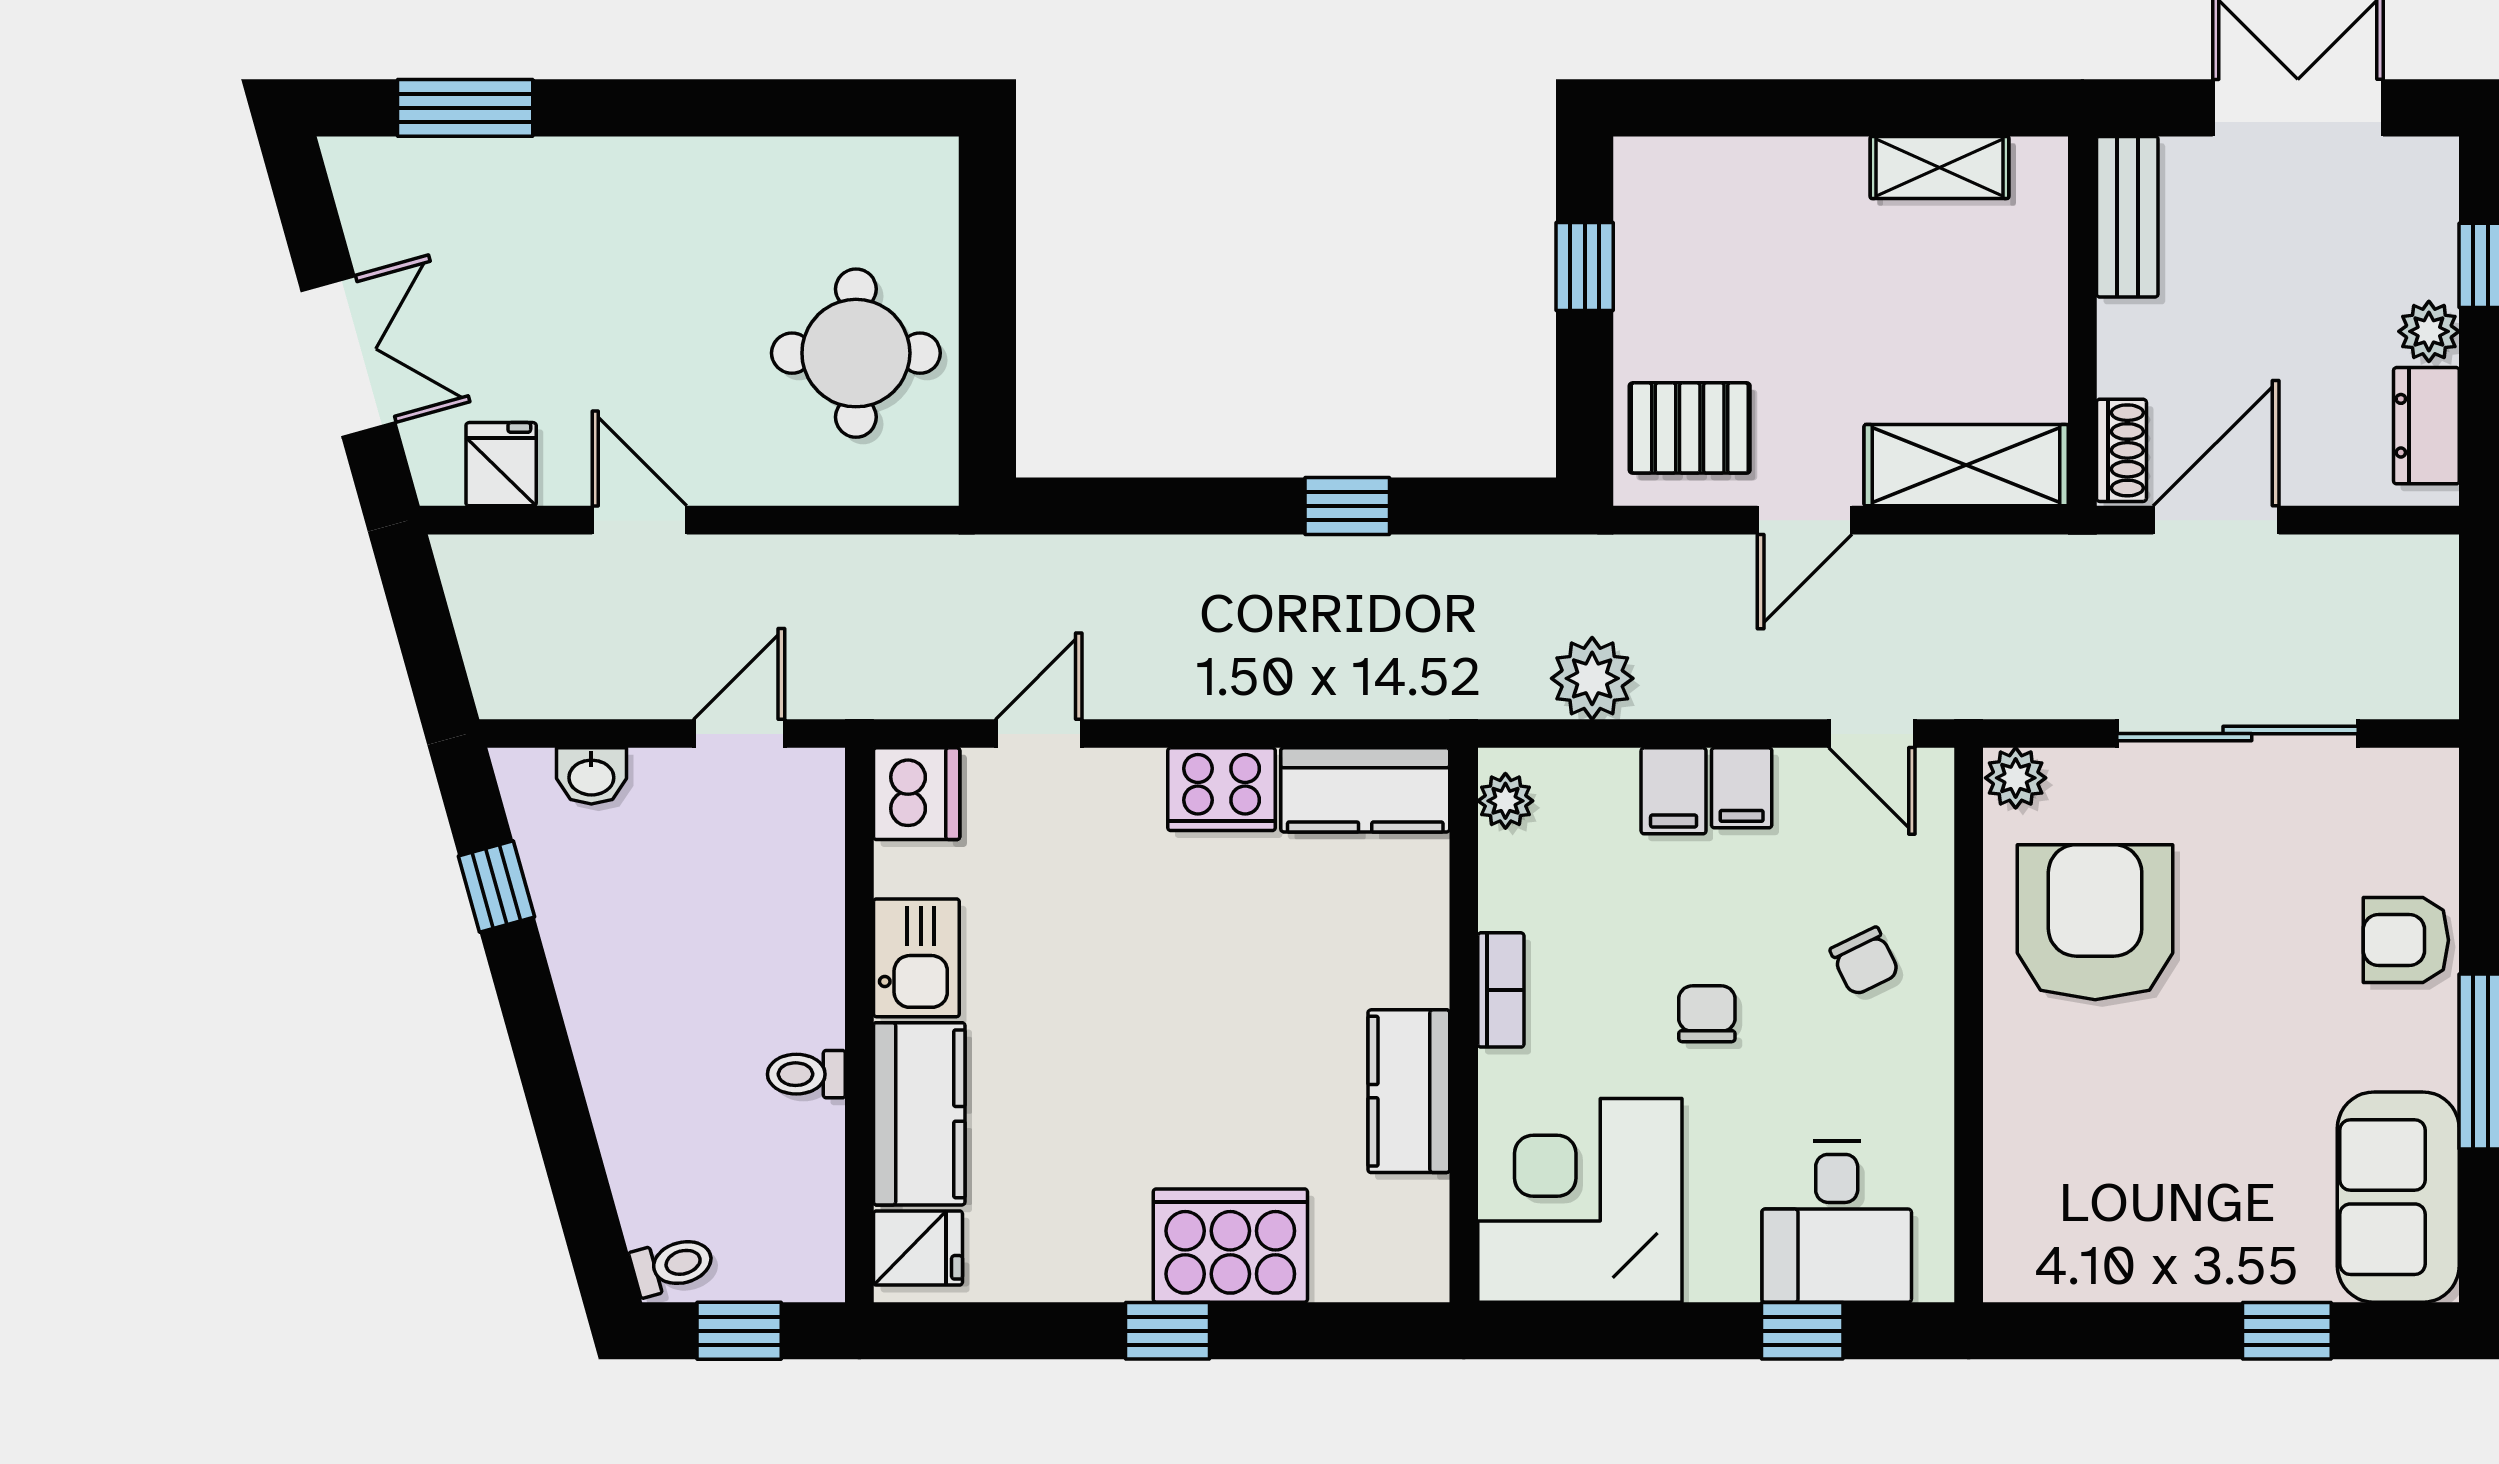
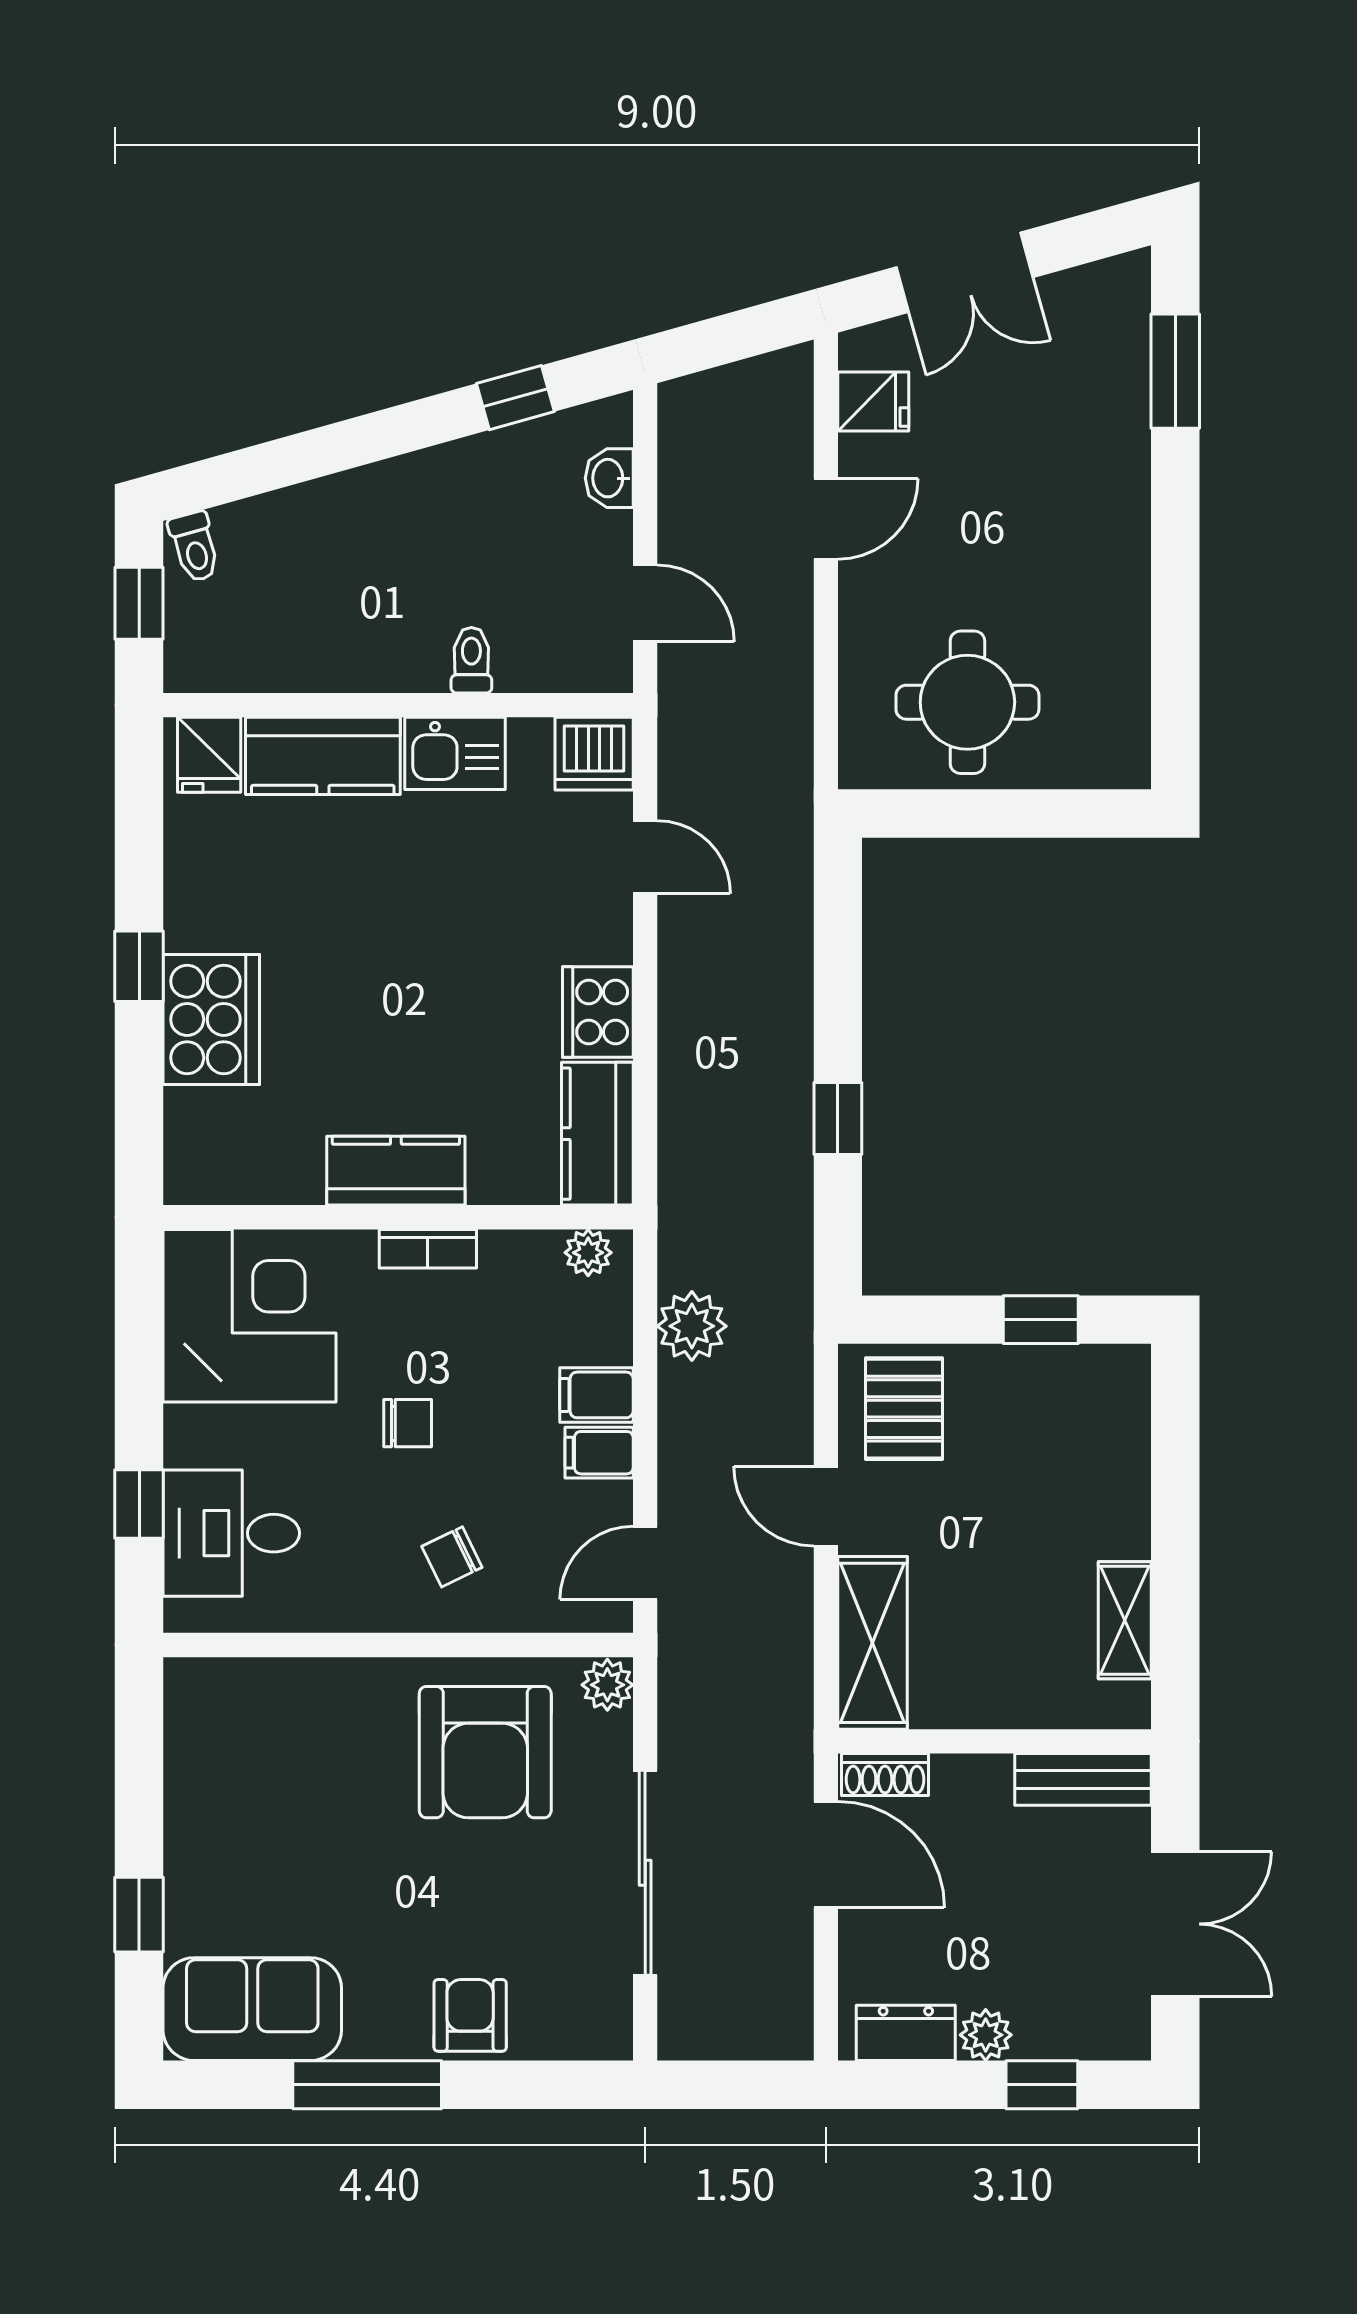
armchair: (2095, 922) -> (485, 1752), turned 90
toilet: (806, 1074) -> (471, 660), moved
kitchen counter: (1409, 1091) -> (396, 1171), moved

